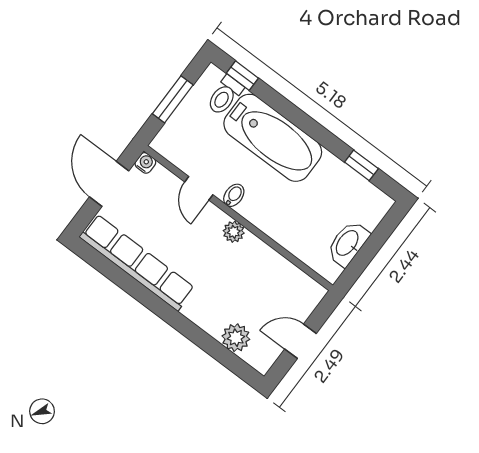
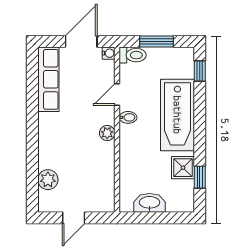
toilet: (225, 95) -> (133, 55), moved, turned 180
shower: (337, 176) -> (183, 168), added
row of seats: (137, 262) -> (48, 79), width x0.73
door: (300, 341) -> (74, 218), swing flipped

